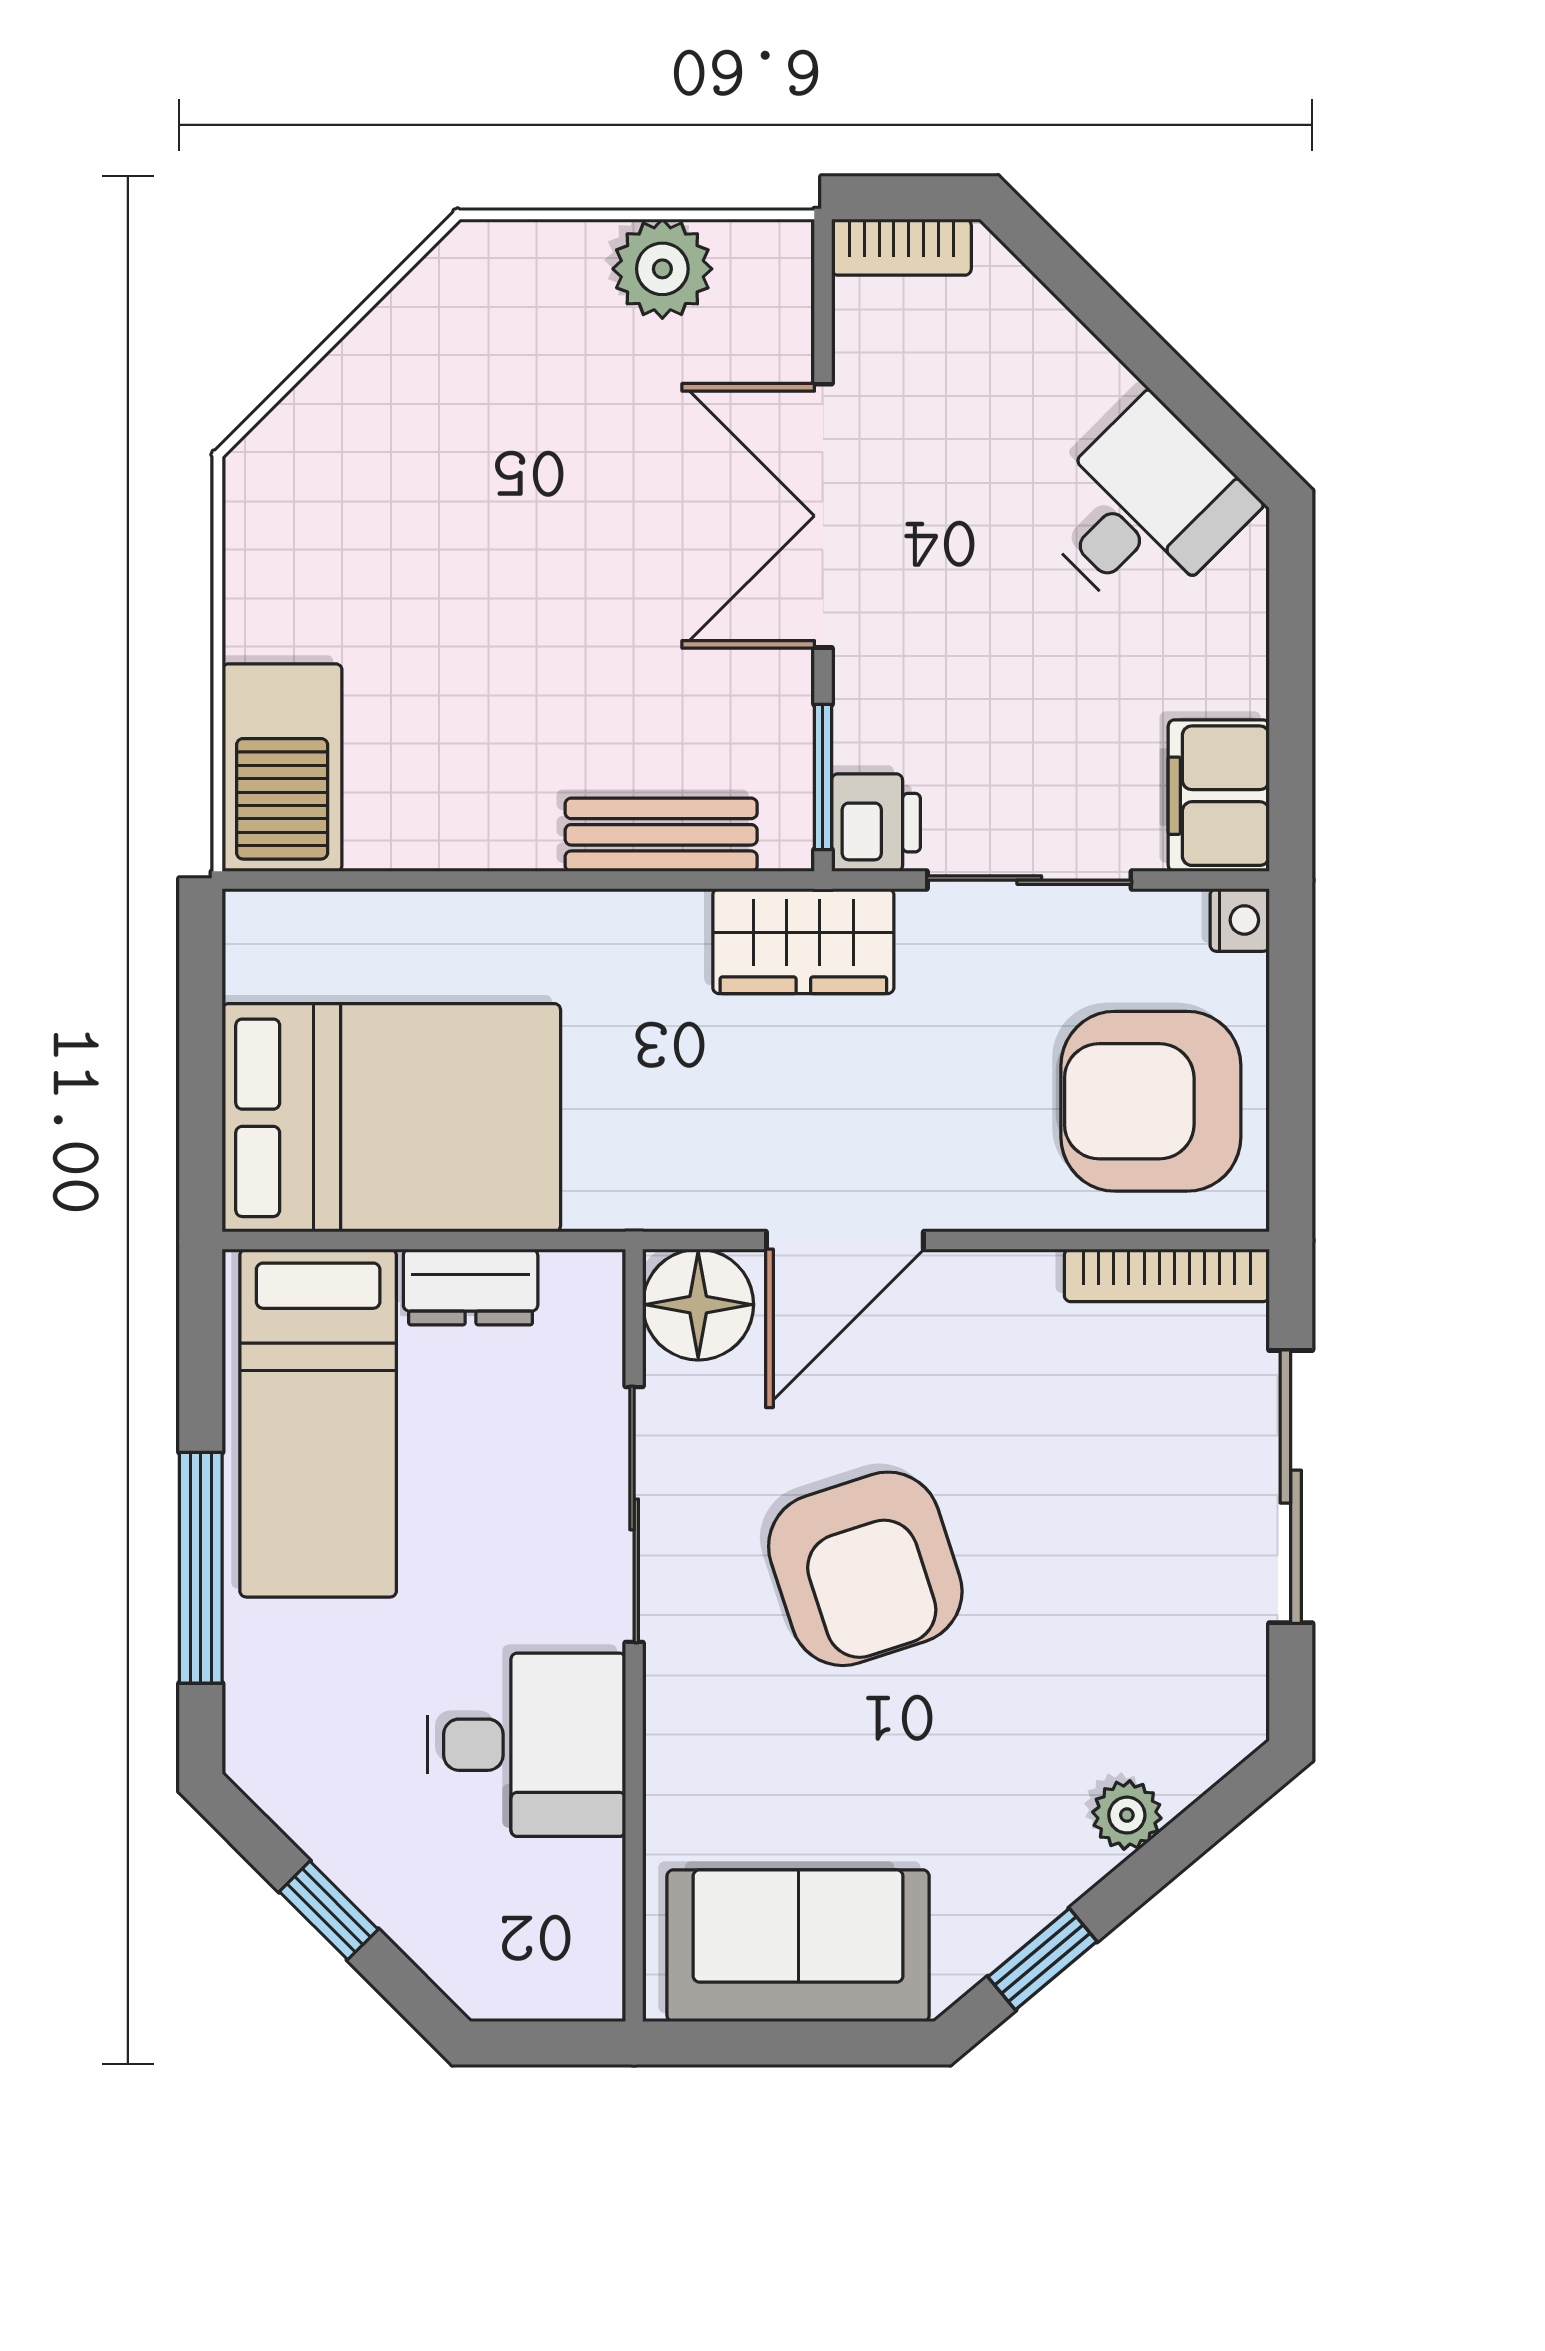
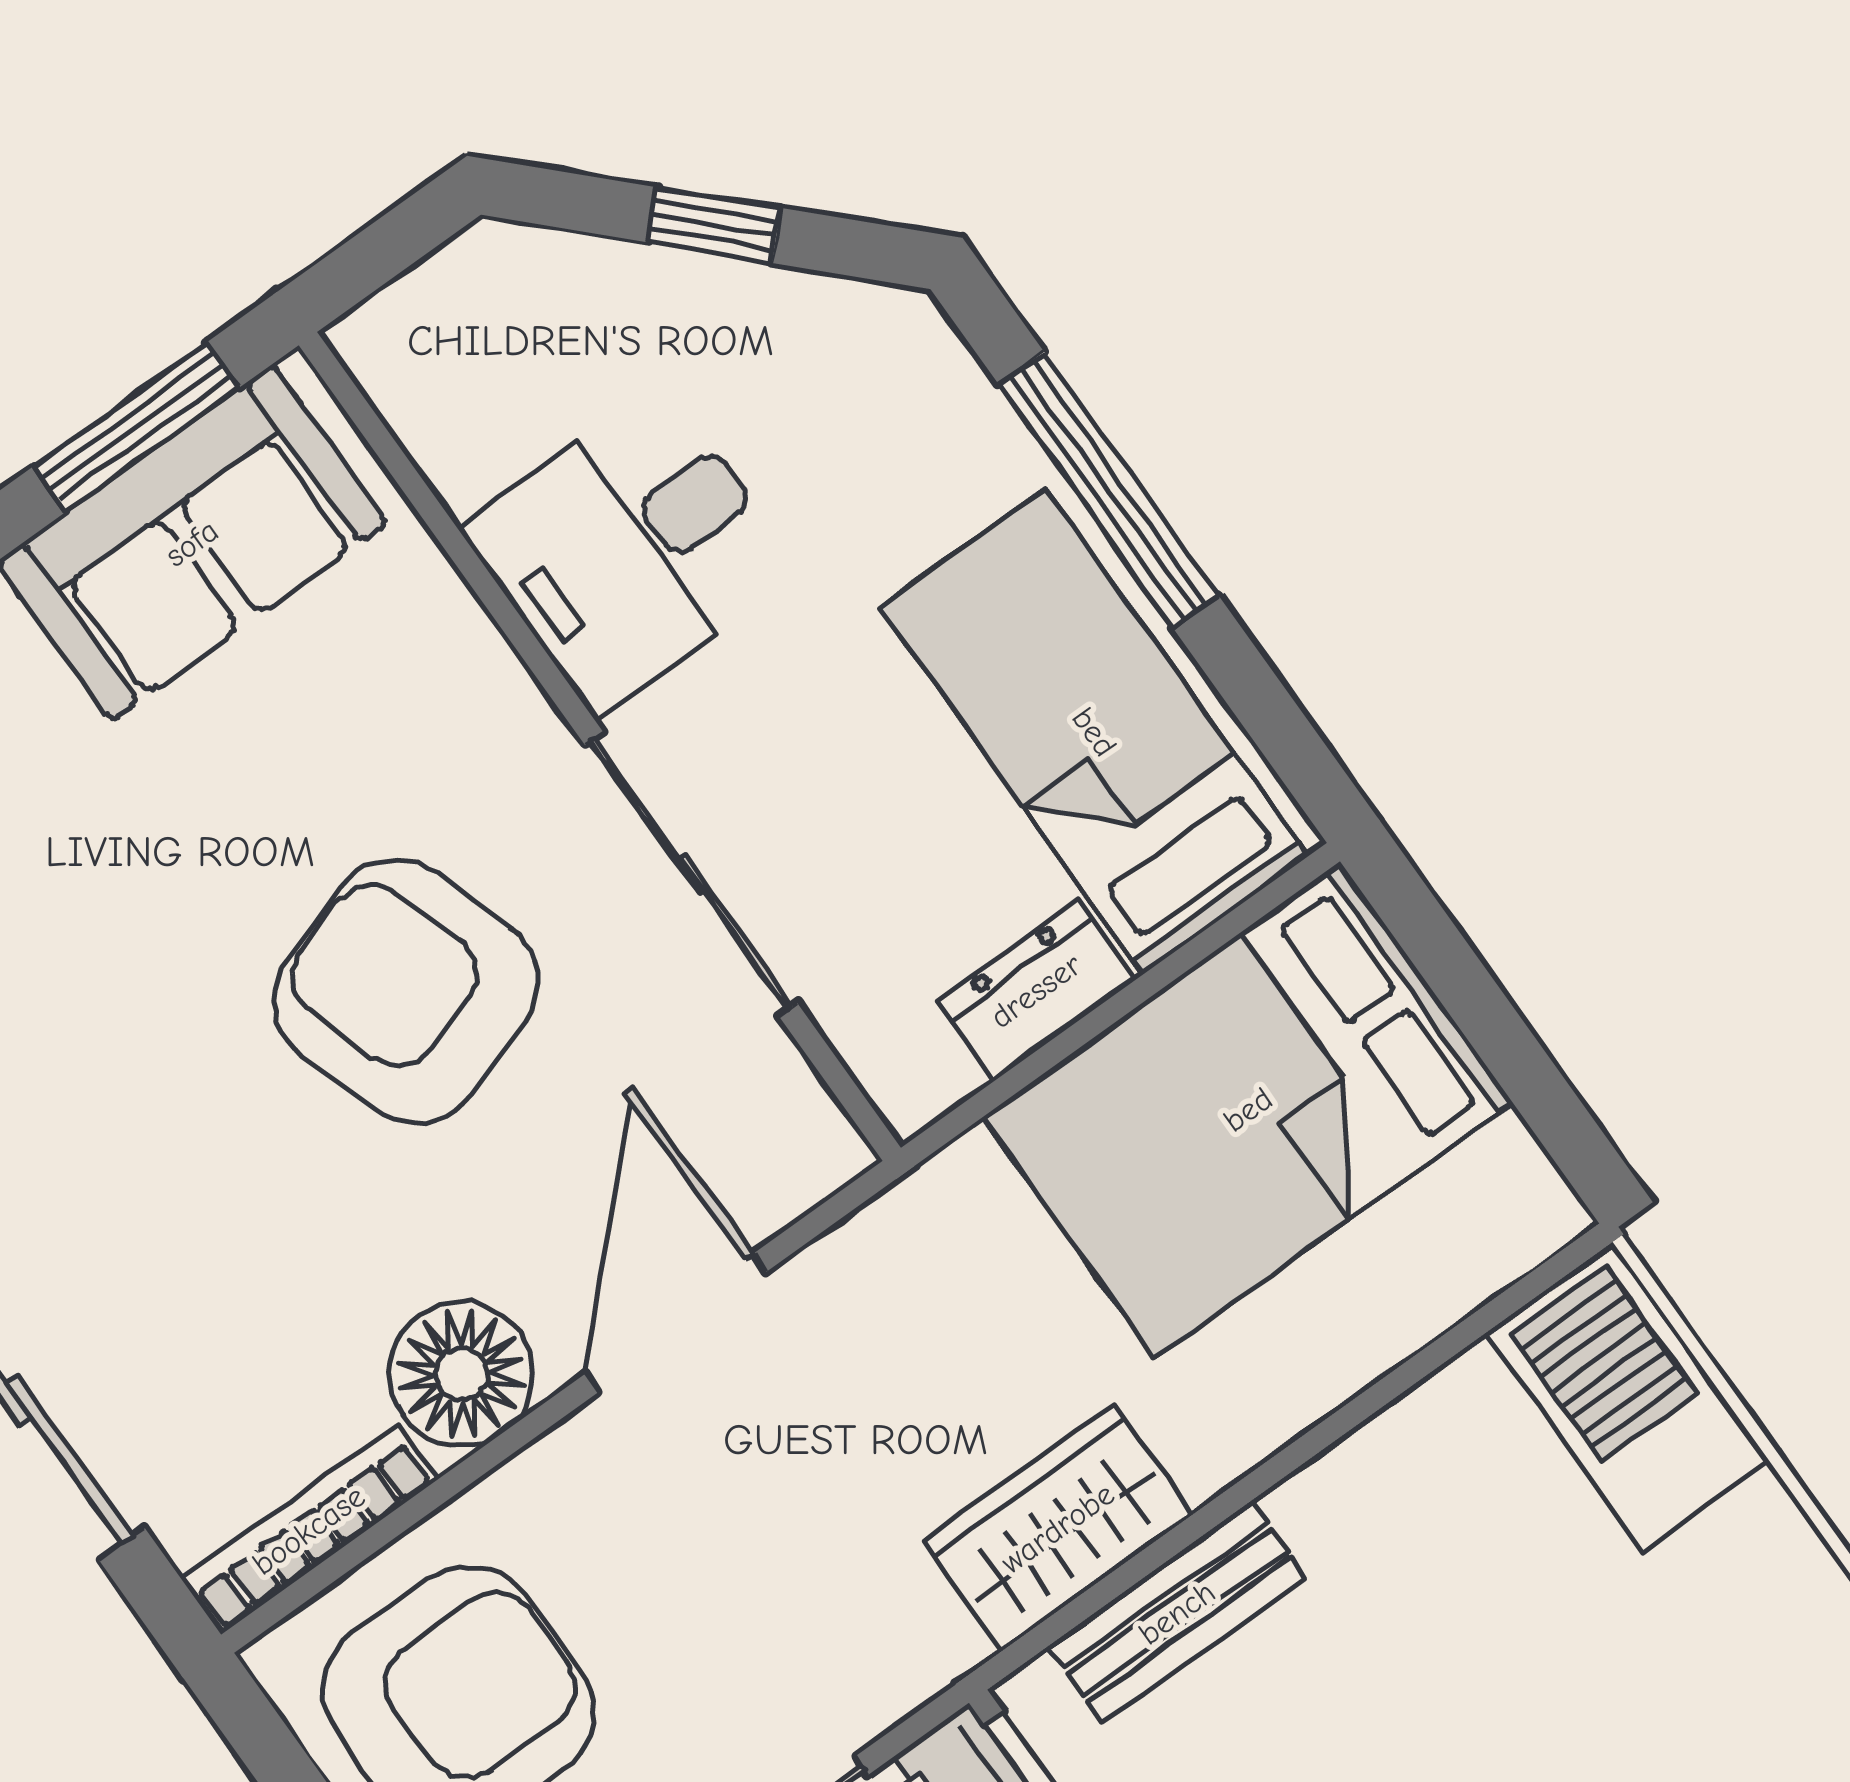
wardrobe: (803, 941) -> (1058, 1528), moved
floor lamp: (698, 1305) -> (461, 1374), moved
window: (781, 2043) -> (136, 427), added

